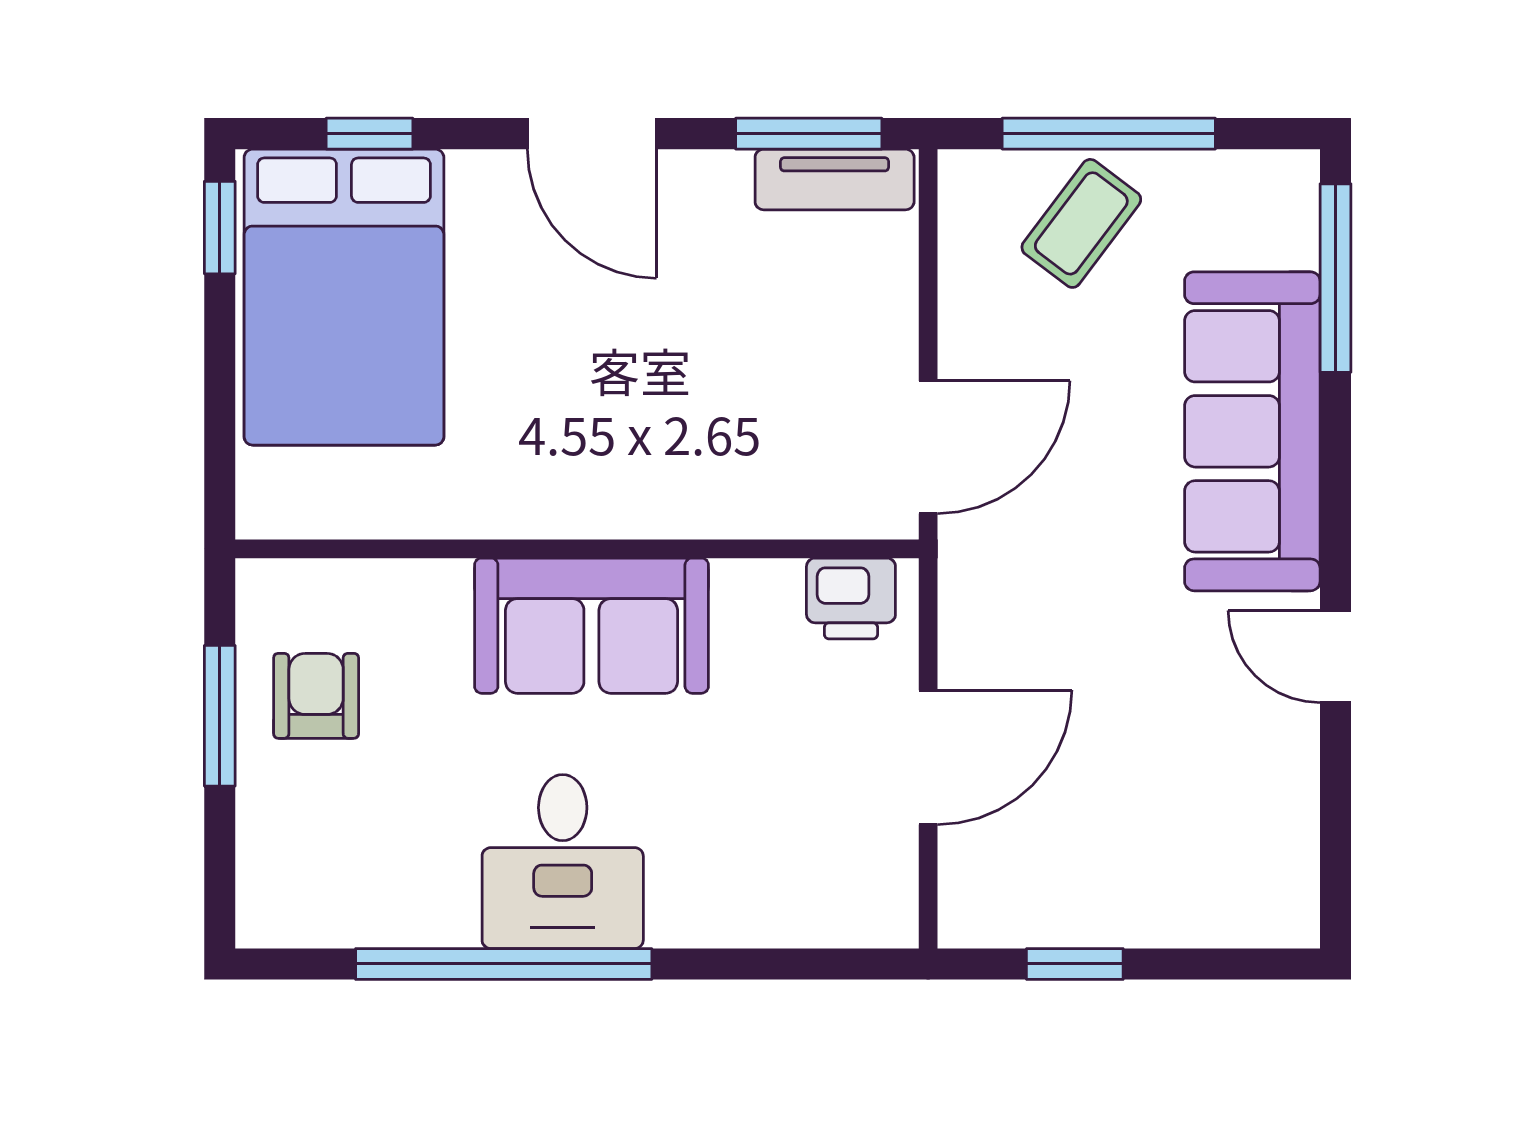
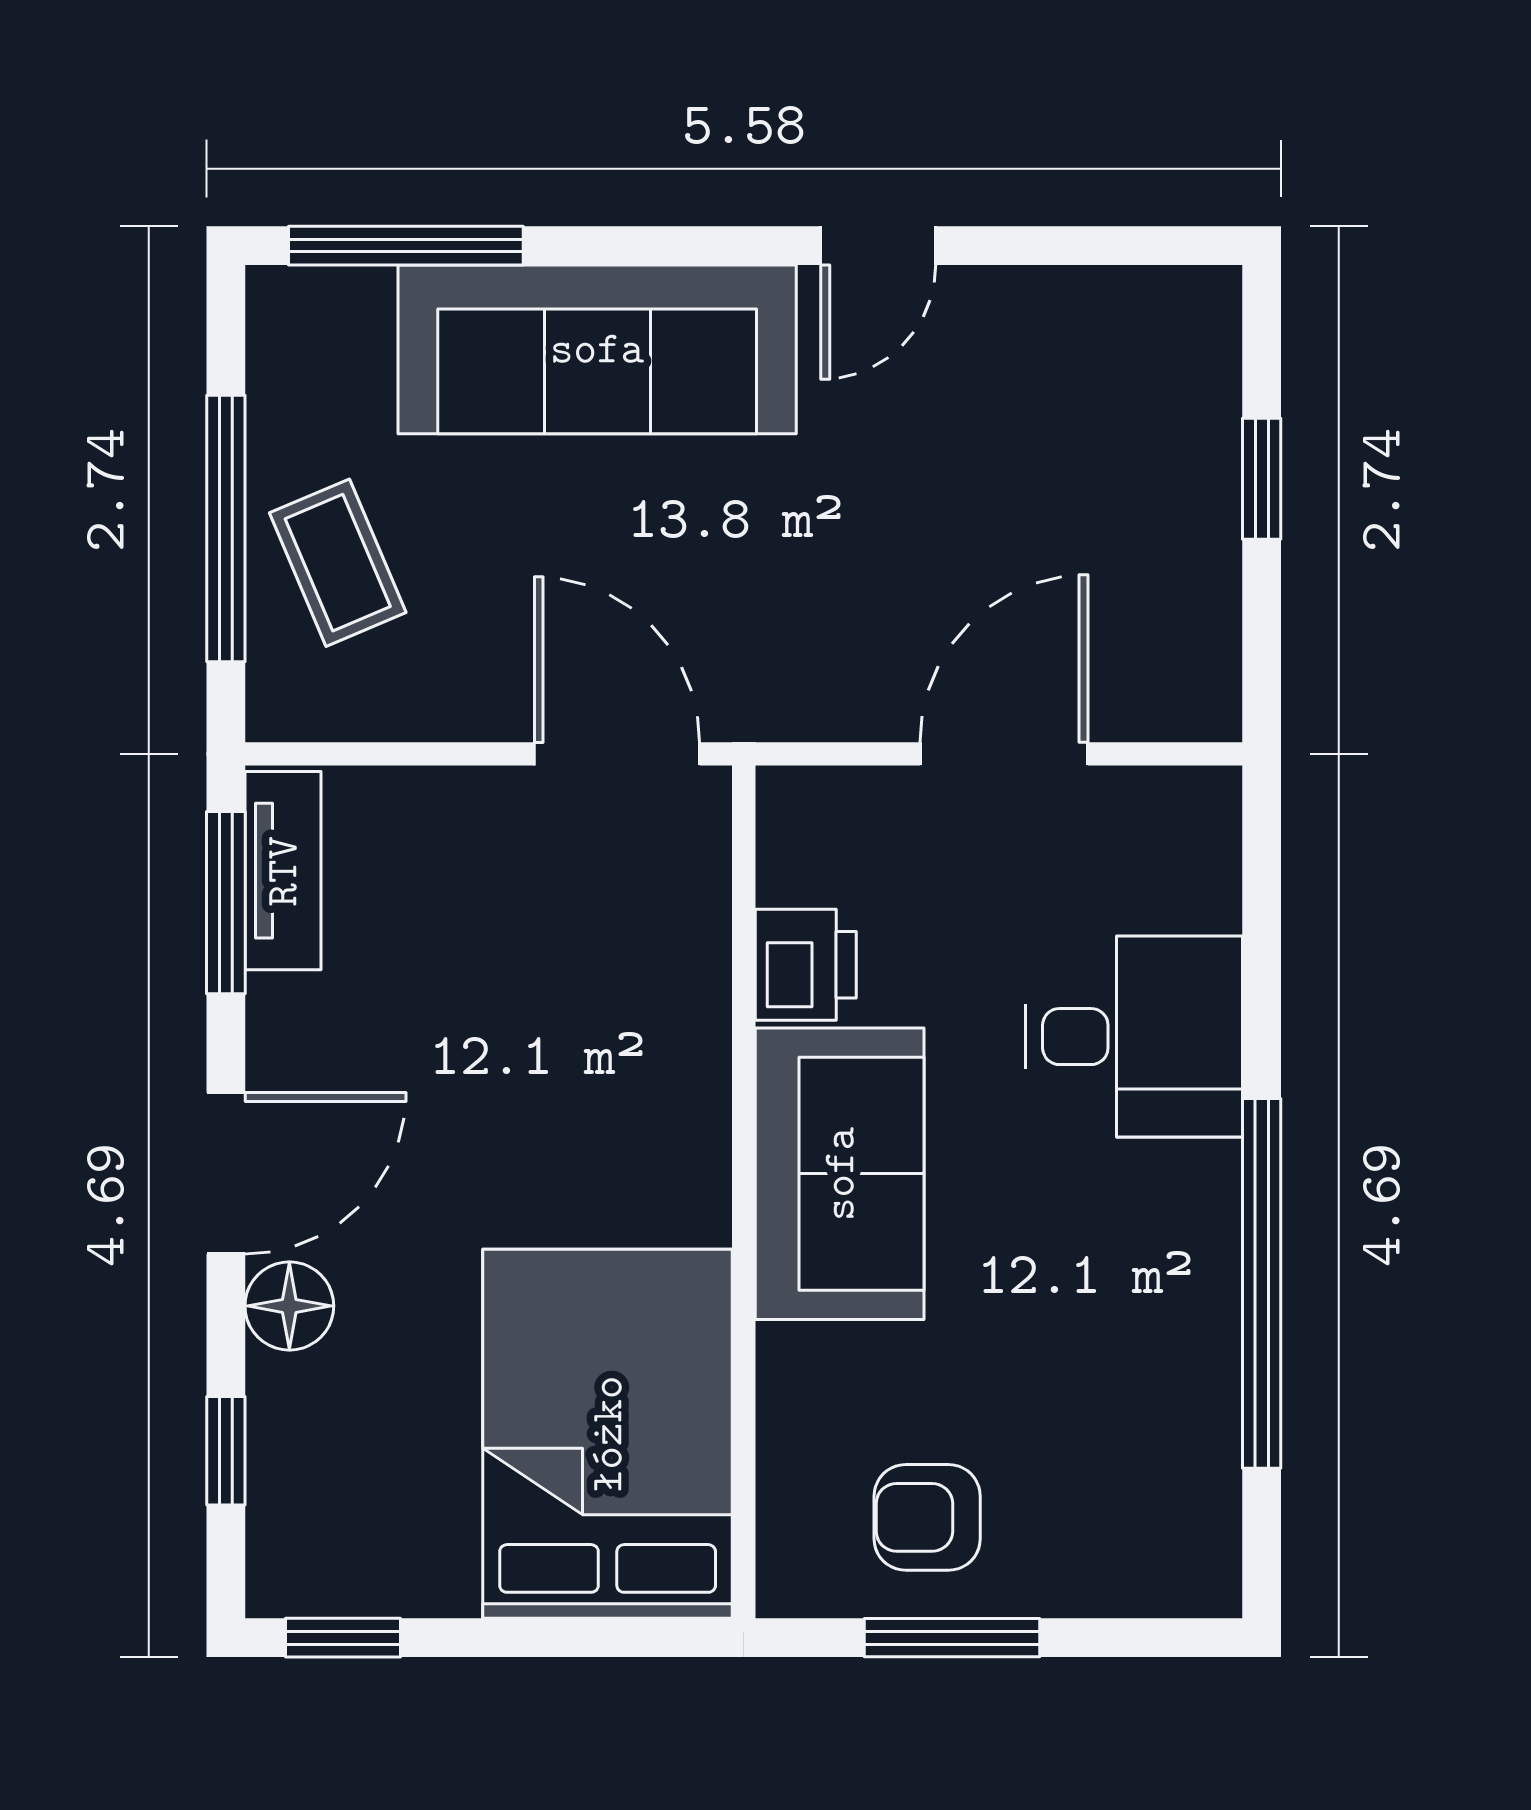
floor lamp: (486, 185) -> (289, 1306), added
coffee table: (1081, 223) -> (338, 563), turned 30
bed: (344, 297) -> (608, 1434), moved, turned -90
printer: (851, 599) -> (806, 965), moved
door: (928, 757) -> (1004, 754), hinge flipped
desk: (563, 862) -> (1134, 1037), moved
window: (1075, 964) -> (1262, 479), moved

